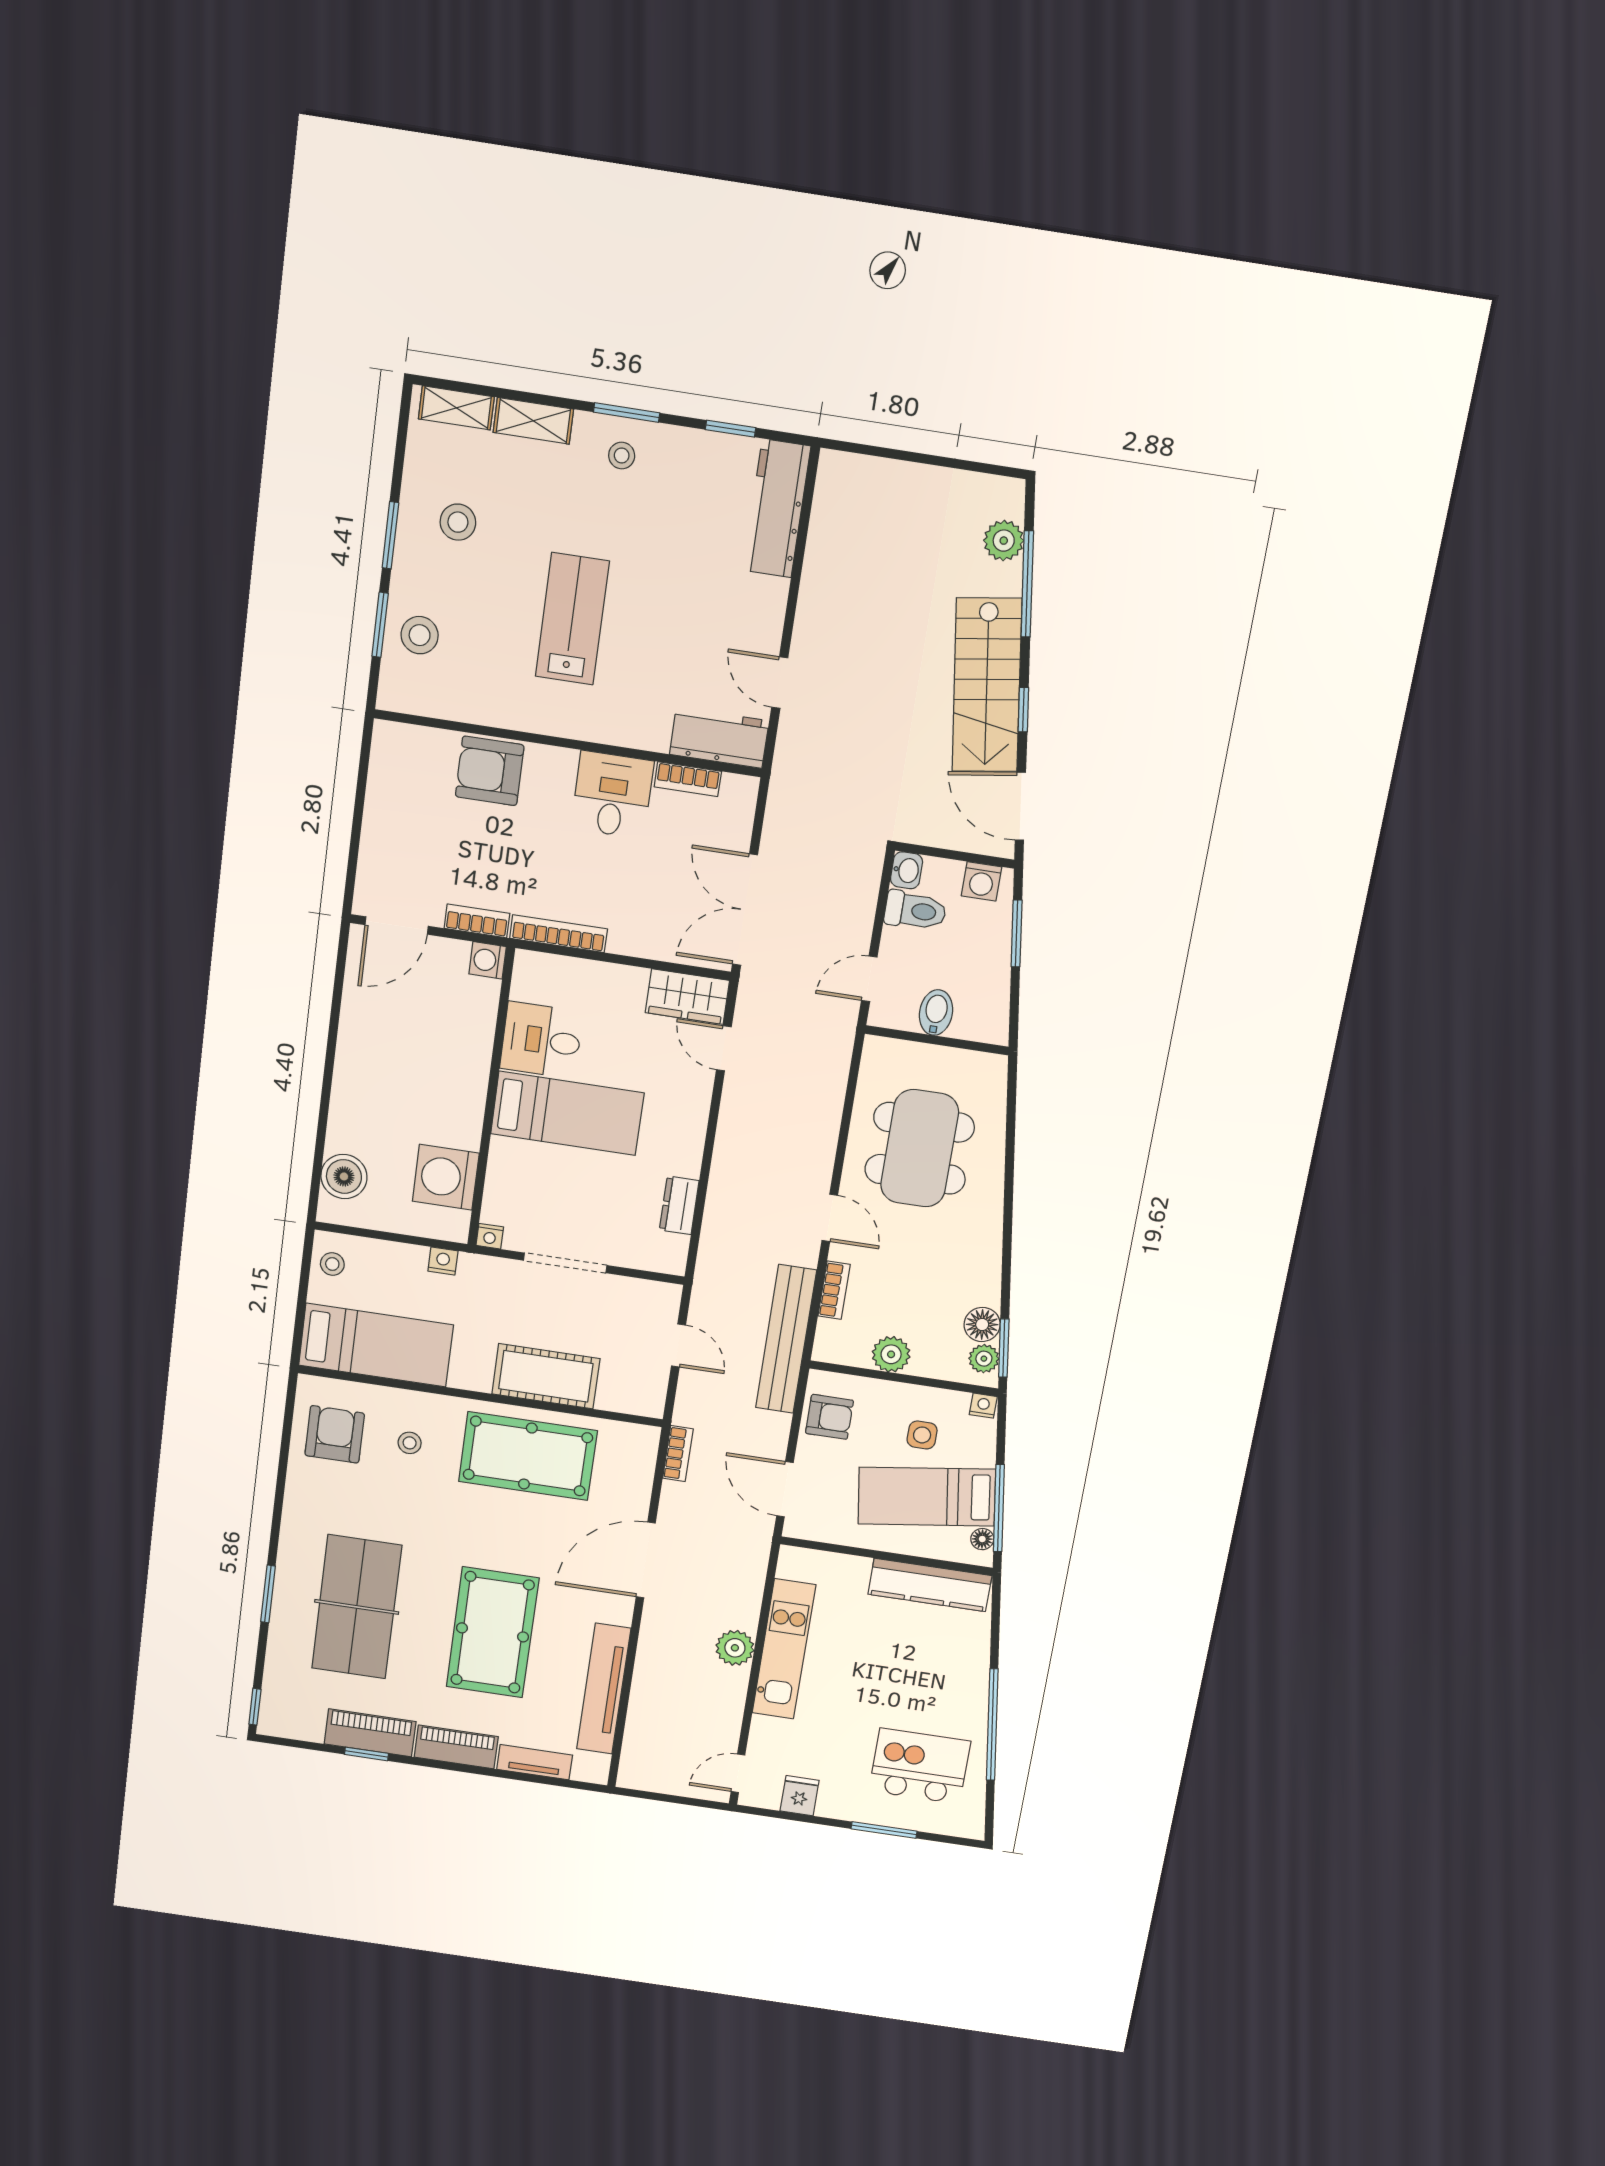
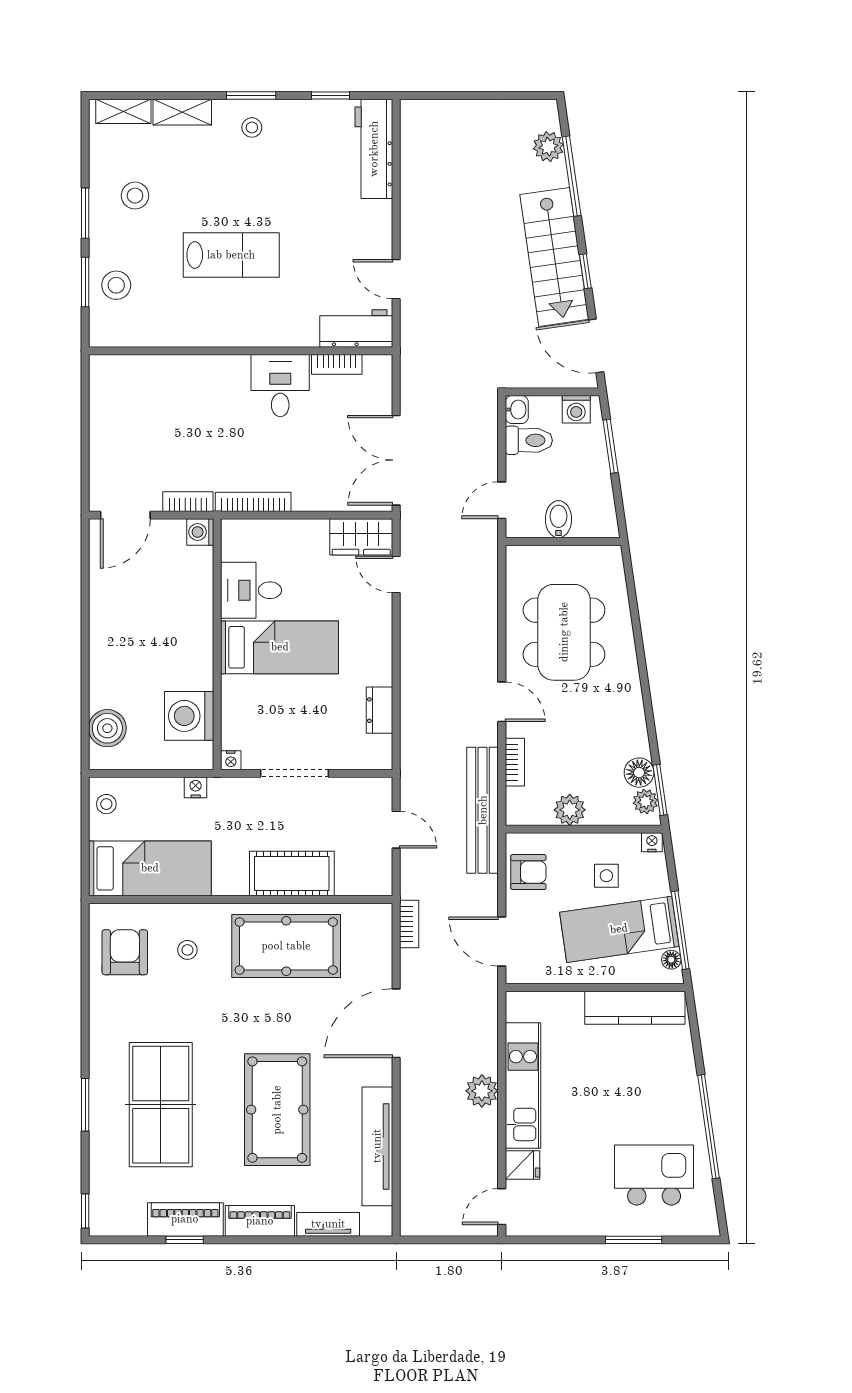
lab bench: (572, 619) -> (231, 255), turned 90
armchair: (490, 771) -> (183, 381), removed
fridge: (800, 1796) -> (522, 1165), moved, turned 90

